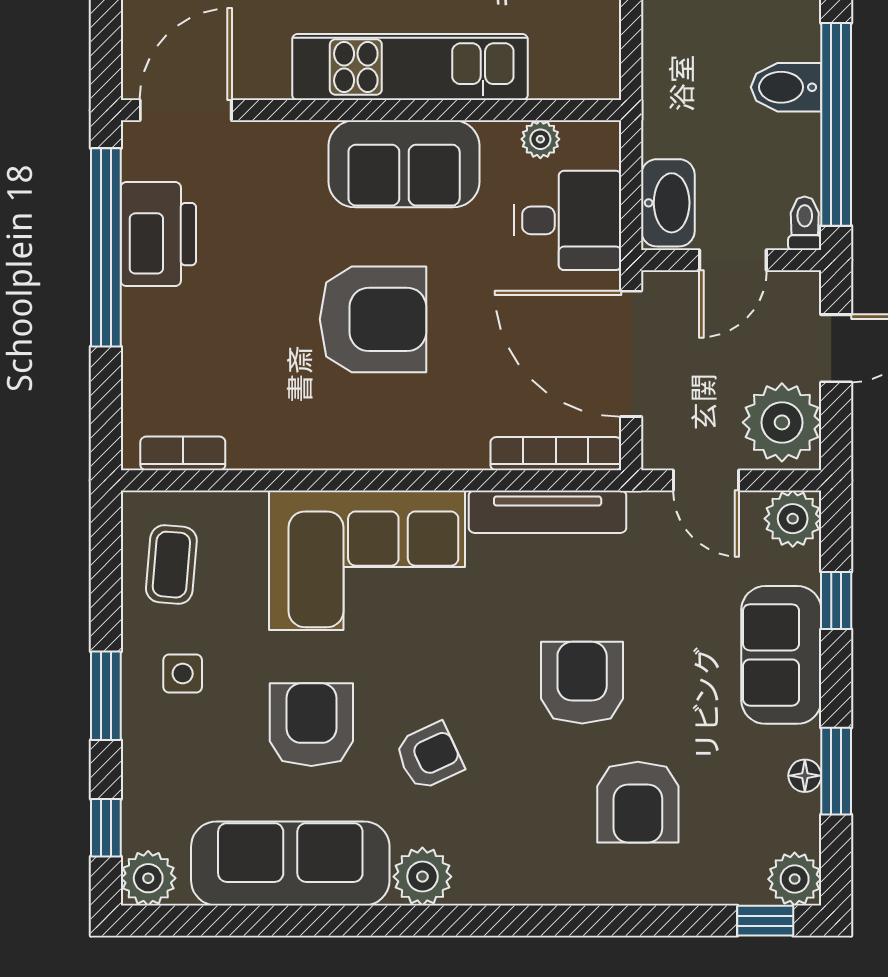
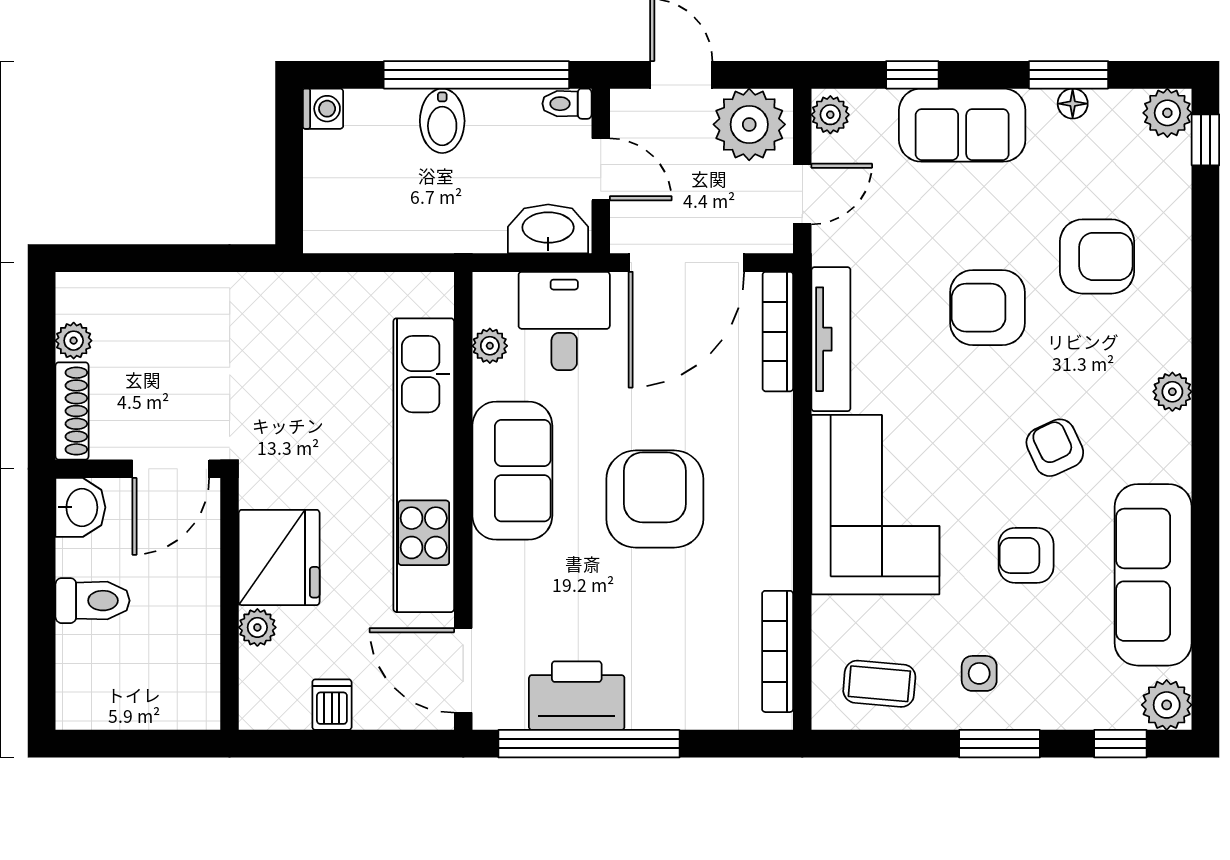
kitchen unit: (410, 67) -> (424, 465), width x1.36
bookcase: (183, 453) -> (778, 651), width x1.56
plant: (793, 519) -> (830, 115), width x0.73, depth x0.73
armchair: (311, 725) -> (1026, 555), width x0.72, depth x0.72
plant: (422, 877) -> (1172, 392), moved, width x0.73, depth x0.73

